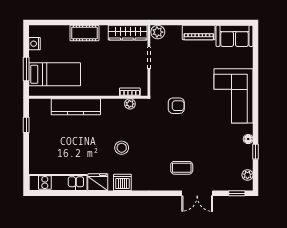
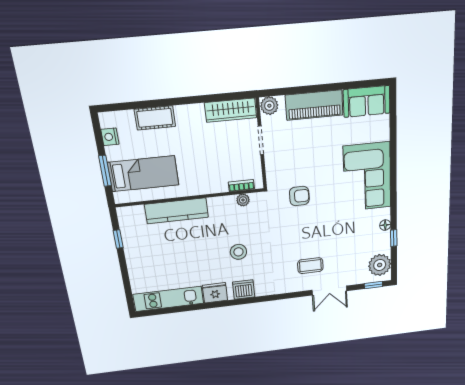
piano: (199, 32) -> (314, 105), width x1.37, depth x1.33
cot: (84, 33) -> (155, 118), moved
plant: (247, 175) -> (380, 265), width x1.87, depth x1.87

